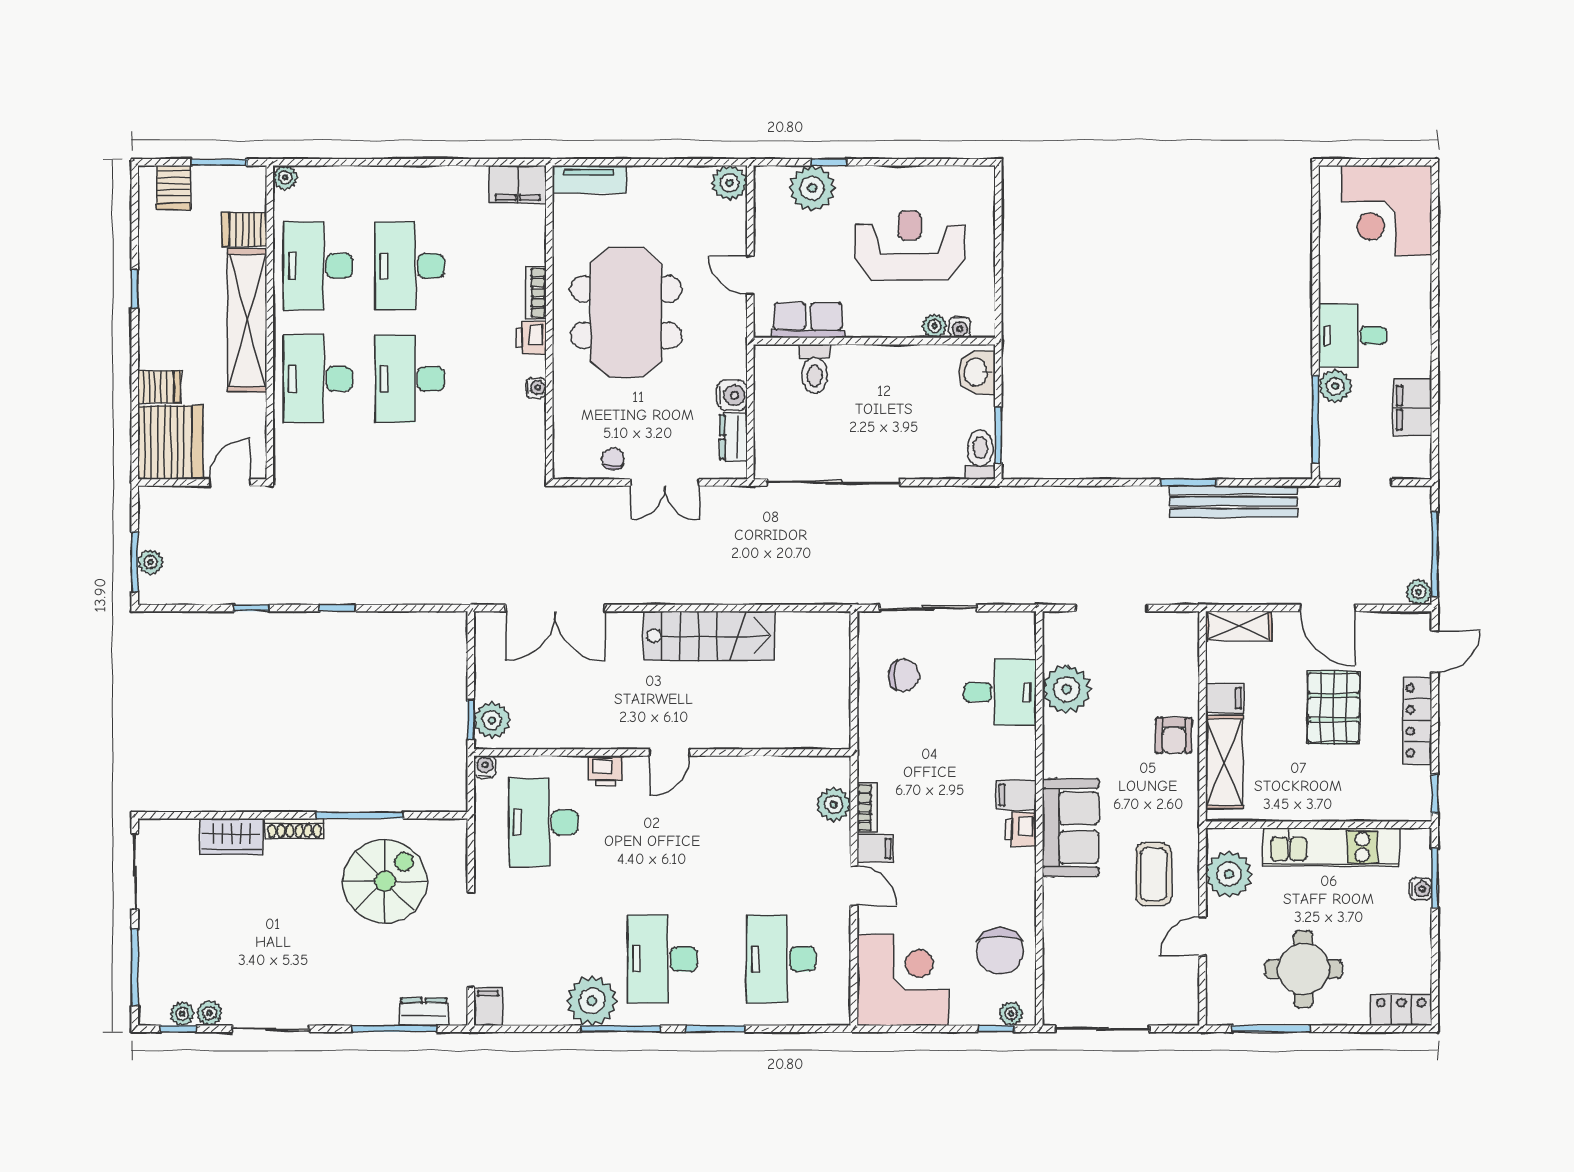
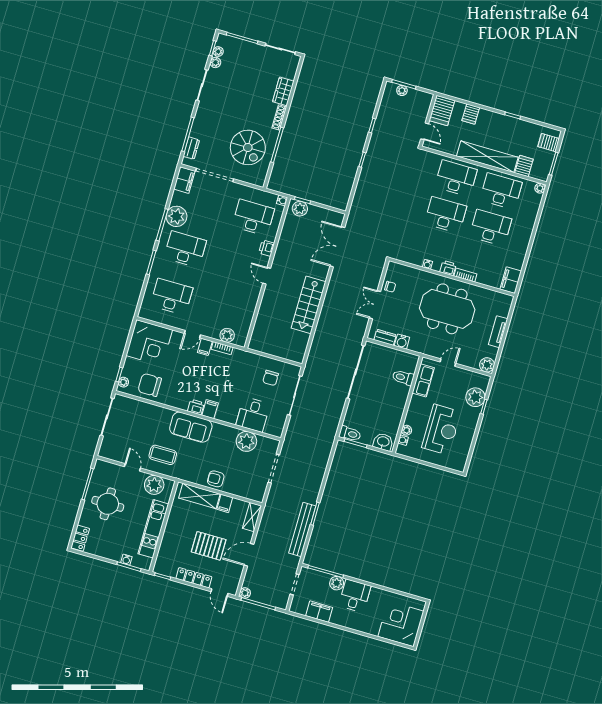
tv unit: (589, 179) -> (498, 332), moved
server rack: (170, 442) -> (442, 110), width x0.62
filing cabinet: (488, 1007) -> (184, 180), width x2.00

